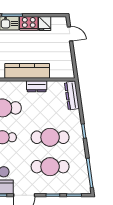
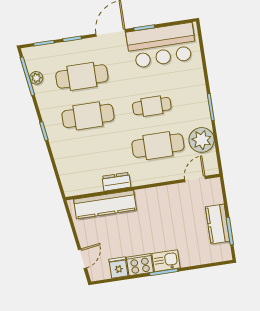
door: (70, 34) -> (82, 259), swing flipped
kitchen counter: (27, 71) -> (105, 205), moved
dresser: (72, 95) -> (67, 177), removed
plant: (83, 171) -> (36, 78), added

